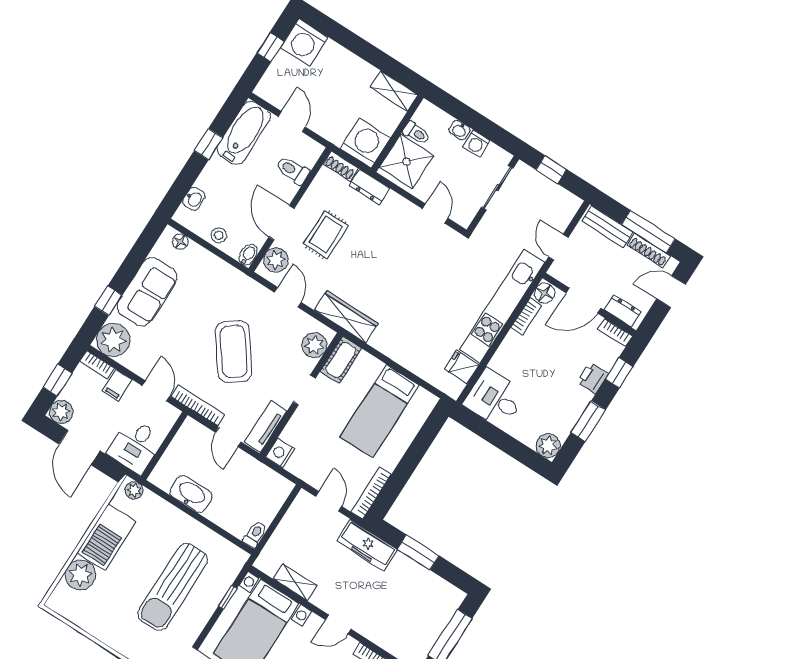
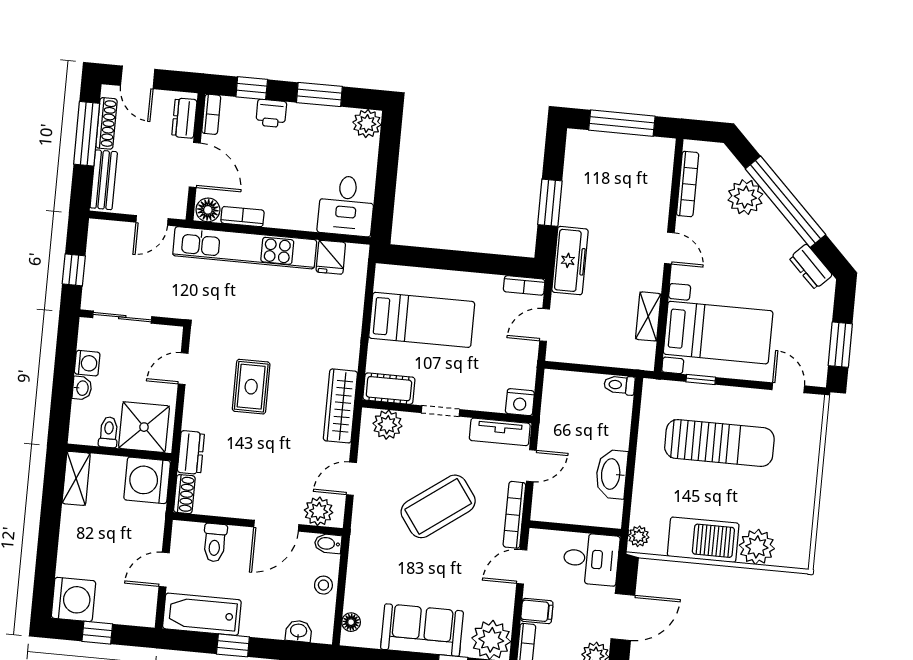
rug: (326, 235) -> (251, 387), moved, turned 90
bookcase: (371, 493) -> (524, 285), width x0.64

